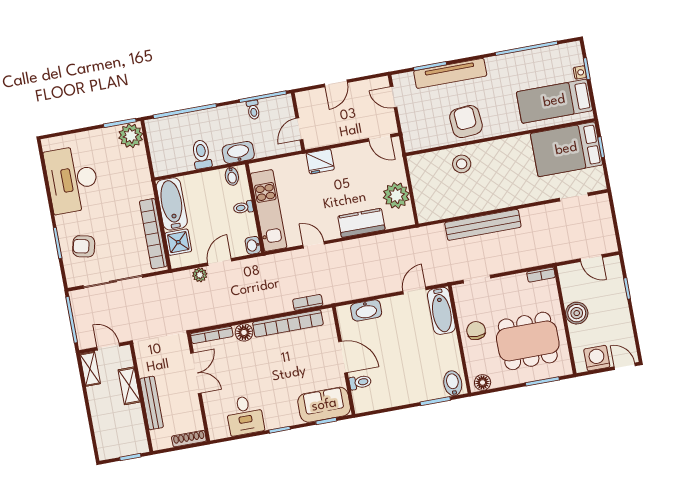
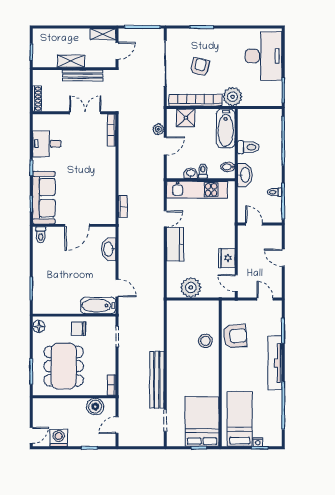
tv unit: (450, 73) -> (275, 363), moved
door: (394, 97) -> (265, 299), hinge flipped
armchair: (466, 122) -> (235, 336), moved
plant: (131, 136) -> (233, 97), moved
door: (380, 138) -> (236, 283), hinge flipped
fridge: (320, 161) -> (227, 258), moved
desk: (72, 180) -> (264, 56), moved, turned 90
bathtub: (172, 204) -> (226, 128), moved, turned 90
kitchen counter: (361, 223) -> (175, 244), moved
bench: (483, 225) -> (157, 380), moved
washbasin: (253, 245) -> (191, 173), moved
armchair: (84, 246) -> (200, 67), moved
door: (220, 262) -> (165, 146), hinge flipped
boiler: (577, 313) -> (95, 407), moved
bookcase: (288, 324) -> (110, 189), removed
chair: (476, 331) -> (79, 329), turned 180
floor lamp: (244, 332) -> (109, 155), removed
washing machine: (597, 358) -> (59, 438), moved, turned -90
double door: (196, 373) -> (85, 113), swing flipped
toilet: (360, 382) -> (41, 235), moved
bidet: (453, 383) -> (42, 304), removed
shelving: (129, 386) -> (71, 61), moved
bench: (152, 403) -> (83, 76), moved
sofa: (324, 405) -> (44, 198), width x1.36

